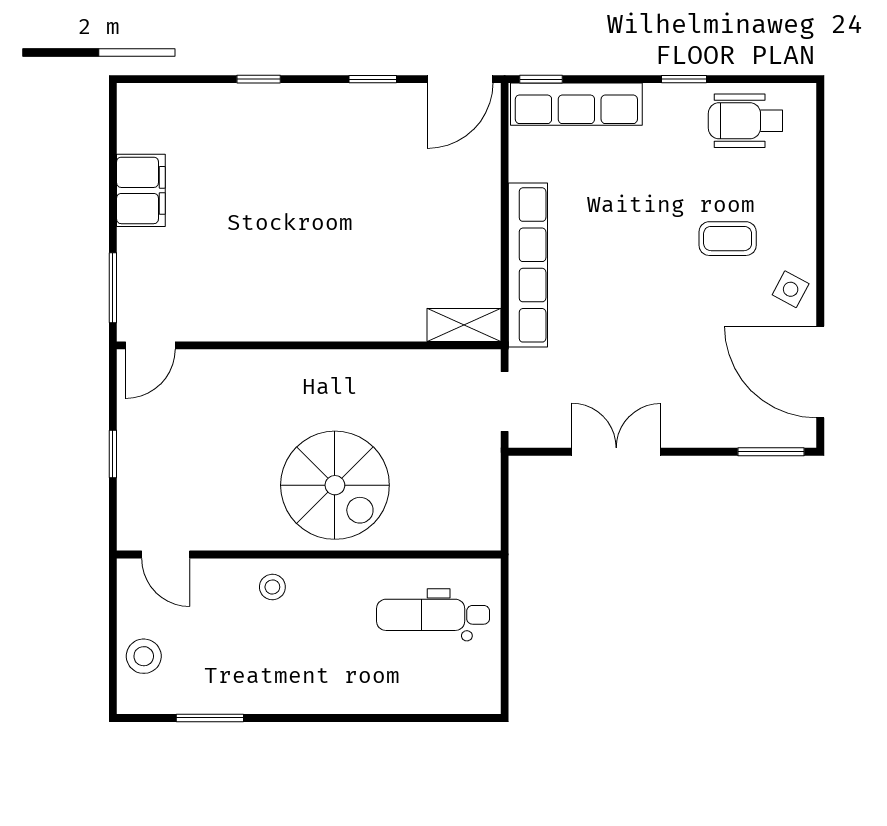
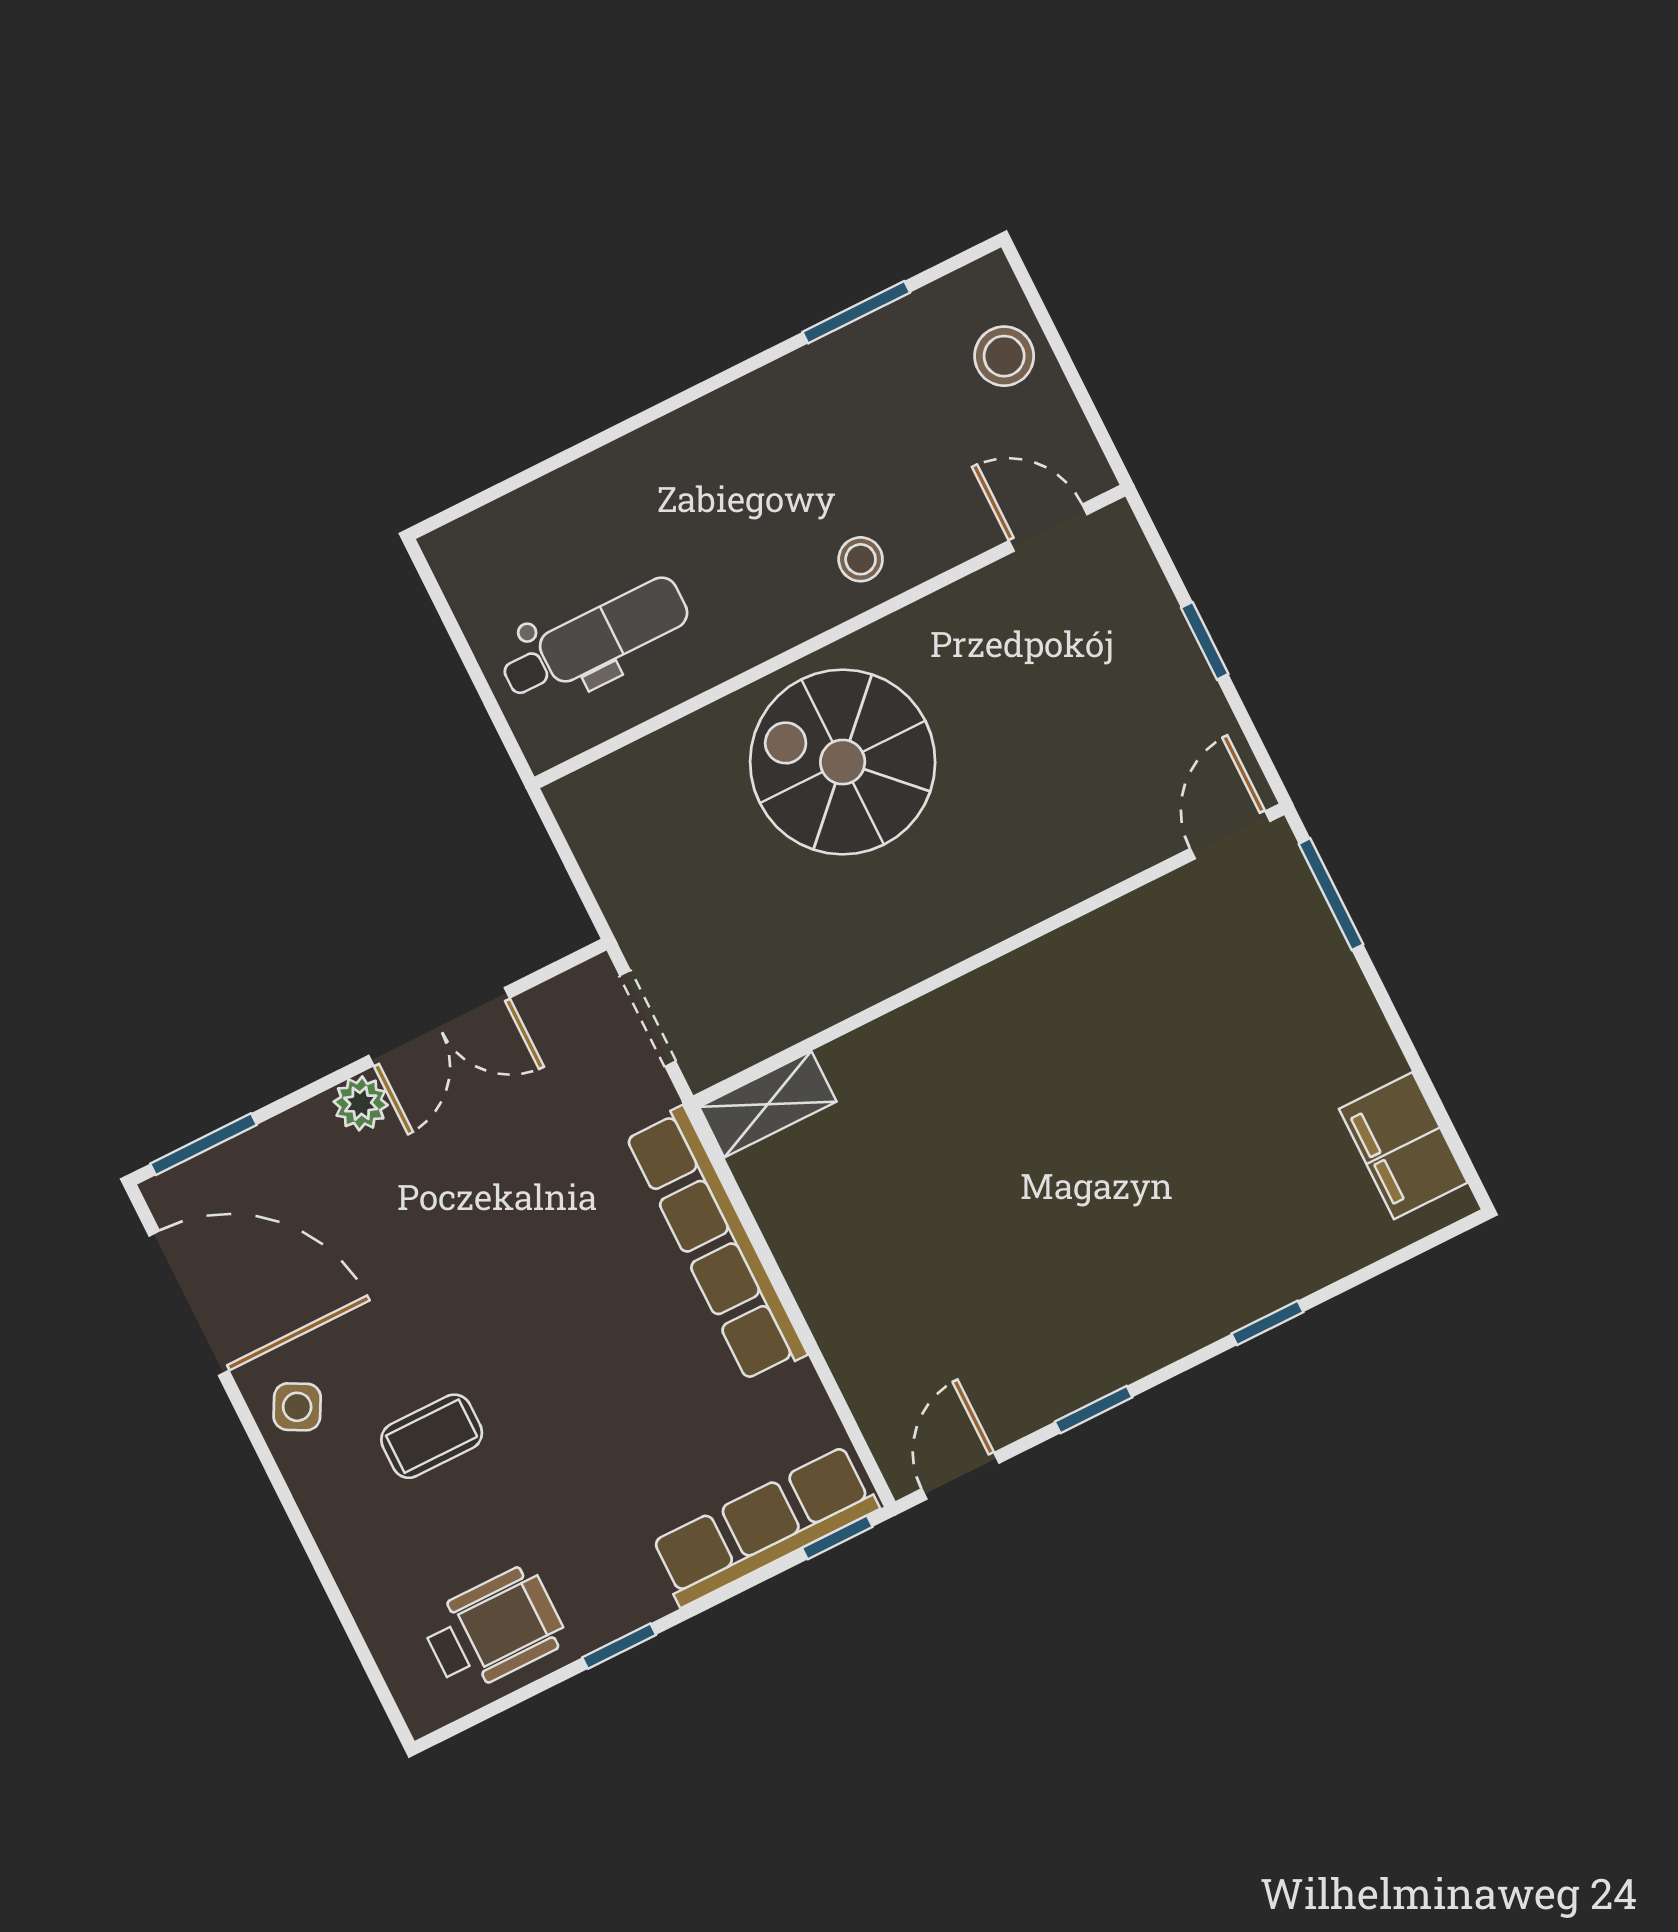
door: (460, 79) -> (960, 1476), width x0.73
filing cabinet: (141, 190) -> (1403, 1146), moved
plant: (678, 432) -> (361, 1103), added

